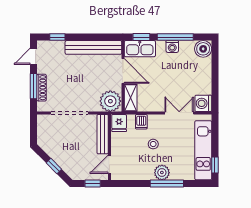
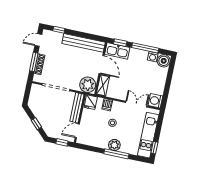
washing machine: (172, 46) -> (153, 57), moved

